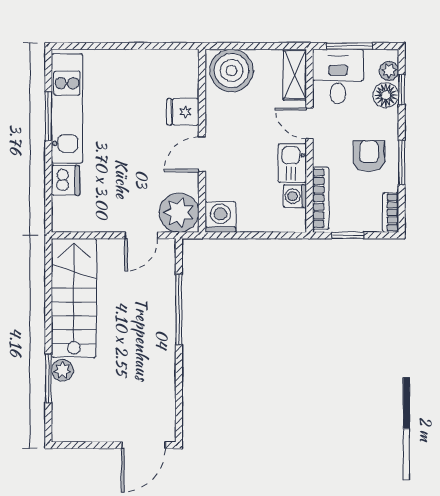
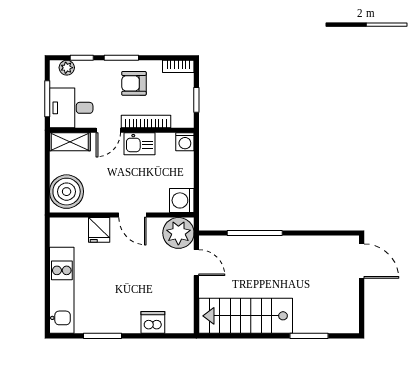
floor lamp: (386, 95) -> (86, 70), removed
kitchen unit: (67, 108) -> (62, 290), moved, turned 90
window: (402, 162) -> (121, 58), moved
washing machine: (295, 196) -> (185, 142), moved
bookcase: (321, 198) -> (146, 122), moved
plant: (62, 370) -> (303, 325), removed

